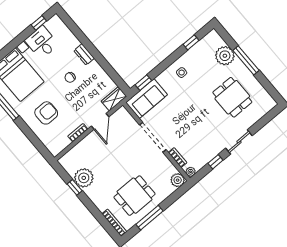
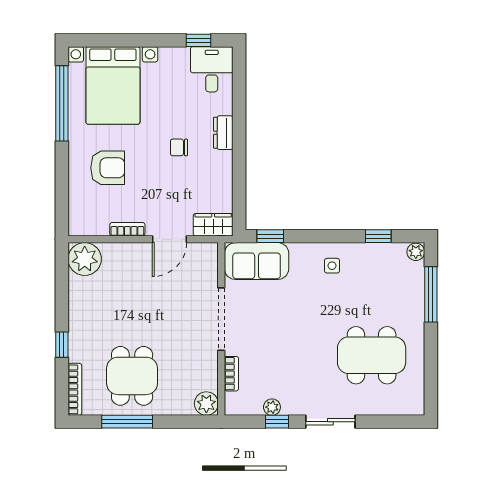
desk: (42, 42) -> (212, 69), moved
plant: (225, 56) -> (416, 252), moved, width x0.53, depth x0.53
window: (246, 60) -> (431, 294), moved
dining table: (232, 97) -> (372, 355), width x1.38
plant: (191, 172) -> (272, 407), moved
plant: (84, 178) -> (85, 259), moved
window: (75, 187) -> (62, 345), moved
dining table: (134, 196) -> (132, 376), turned 90

